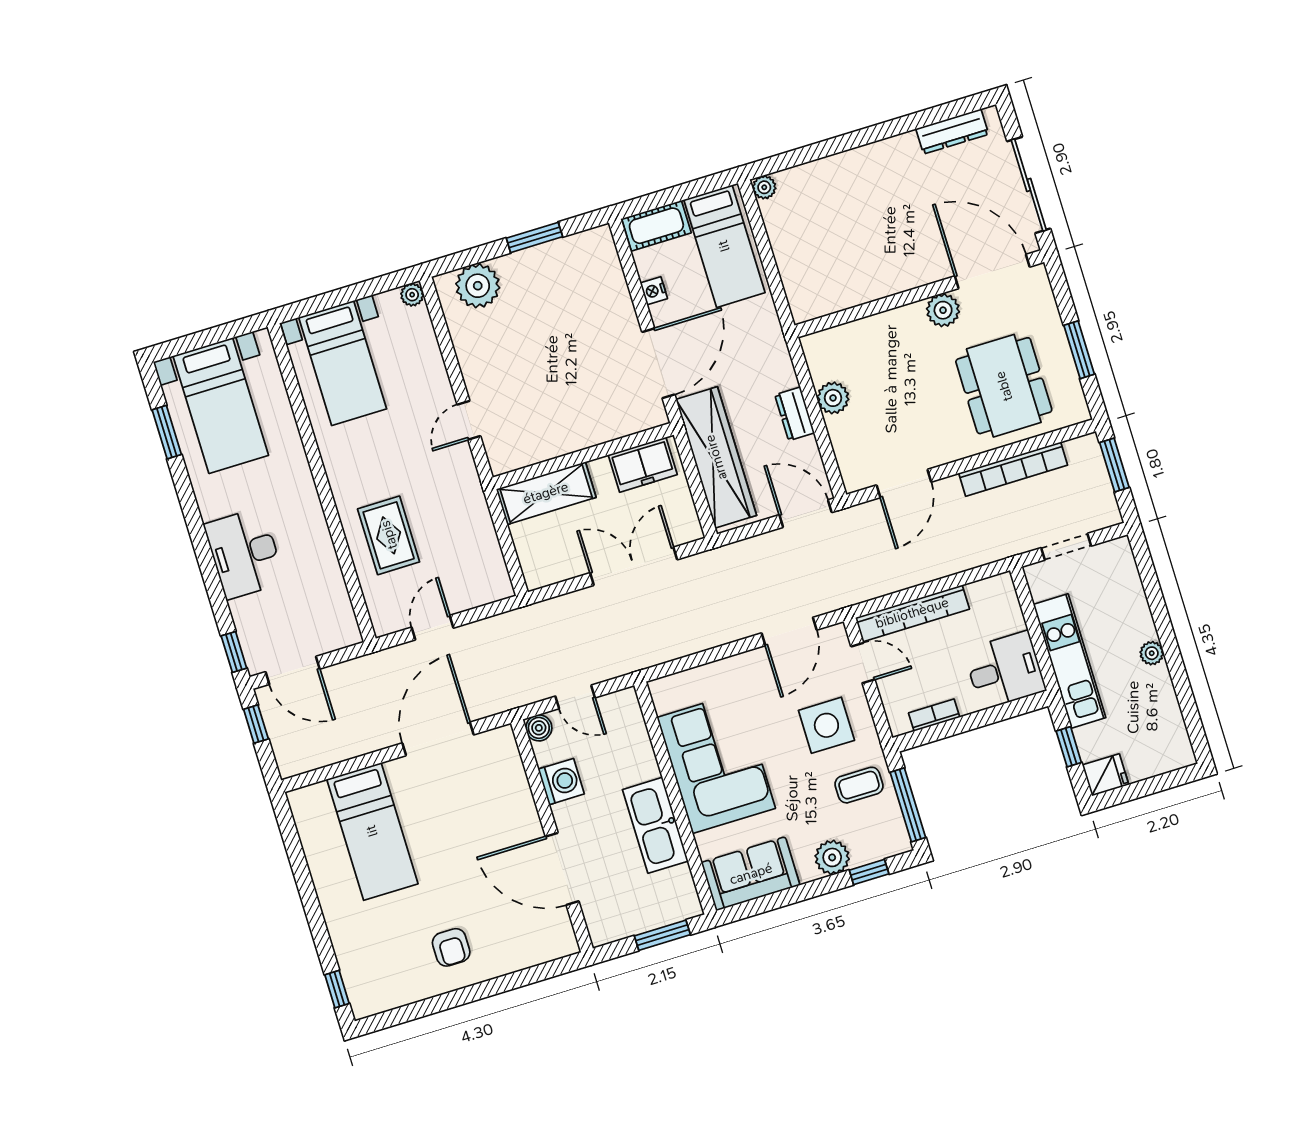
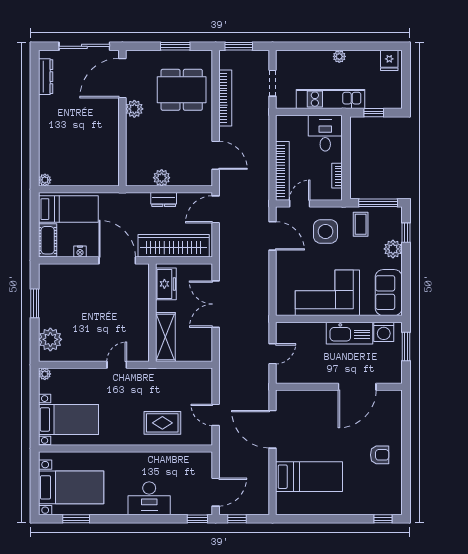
door: (469, 420) -> (117, 365), swing flipped
boiler: (539, 728) -> (283, 377), removed
fridge: (1106, 775) -> (389, 60), moved, turned 180
washing machine: (561, 782) -> (384, 332), moved, turned 180

